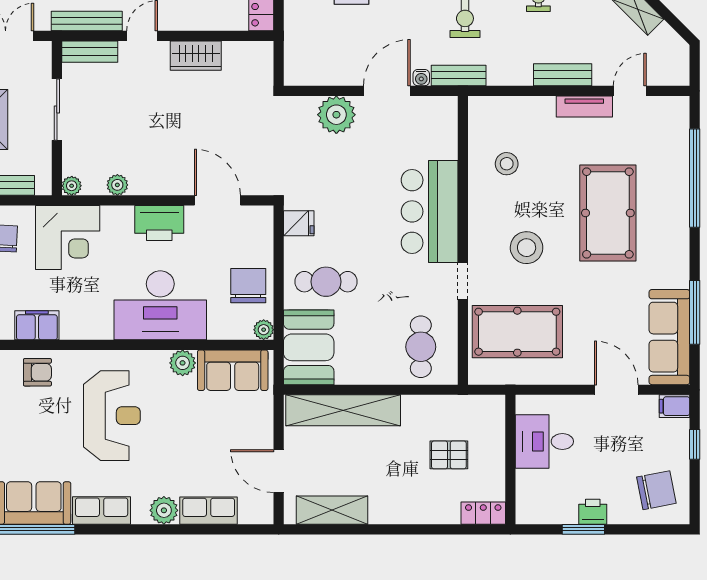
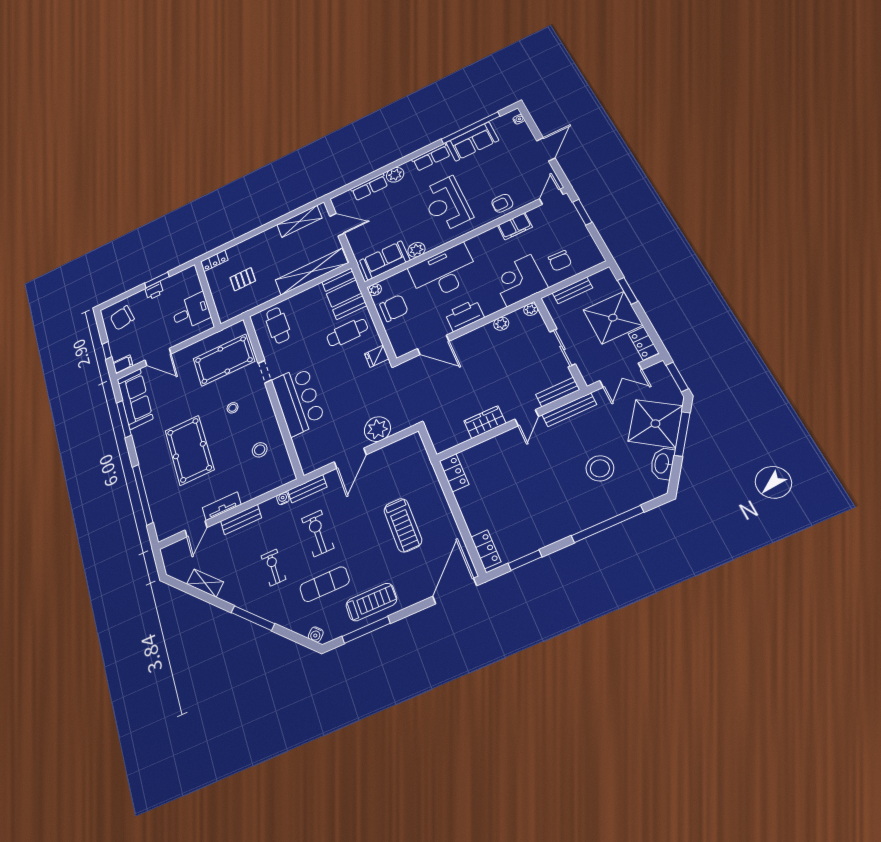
water cooler: (421, 78) -> (283, 498), moved
stool: (527, 248) -> (233, 408), width x0.53, depth x0.53
chair: (248, 286) -> (394, 308), turned -90

